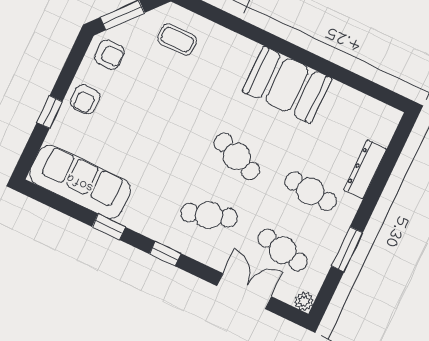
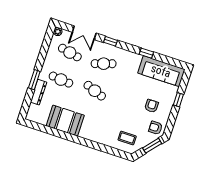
booth: (287, 85) -> (65, 121), moved
armchair: (85, 99) -> (152, 106), moved
window: (347, 249) -> (34, 80), moved
window: (165, 254) -> (111, 41), moved

